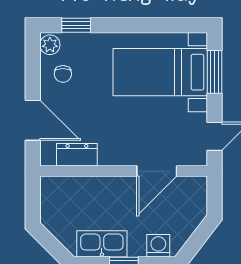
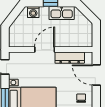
dresser: (77, 155) -> (70, 58), width x1.44
door: (157, 171) -> (45, 50), moved

